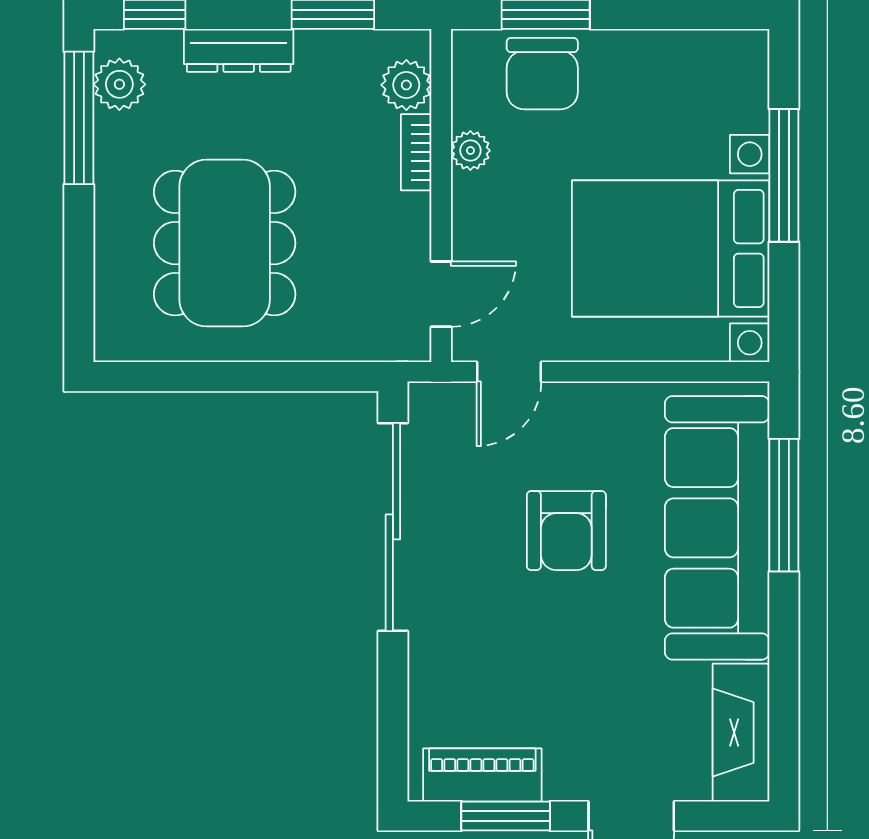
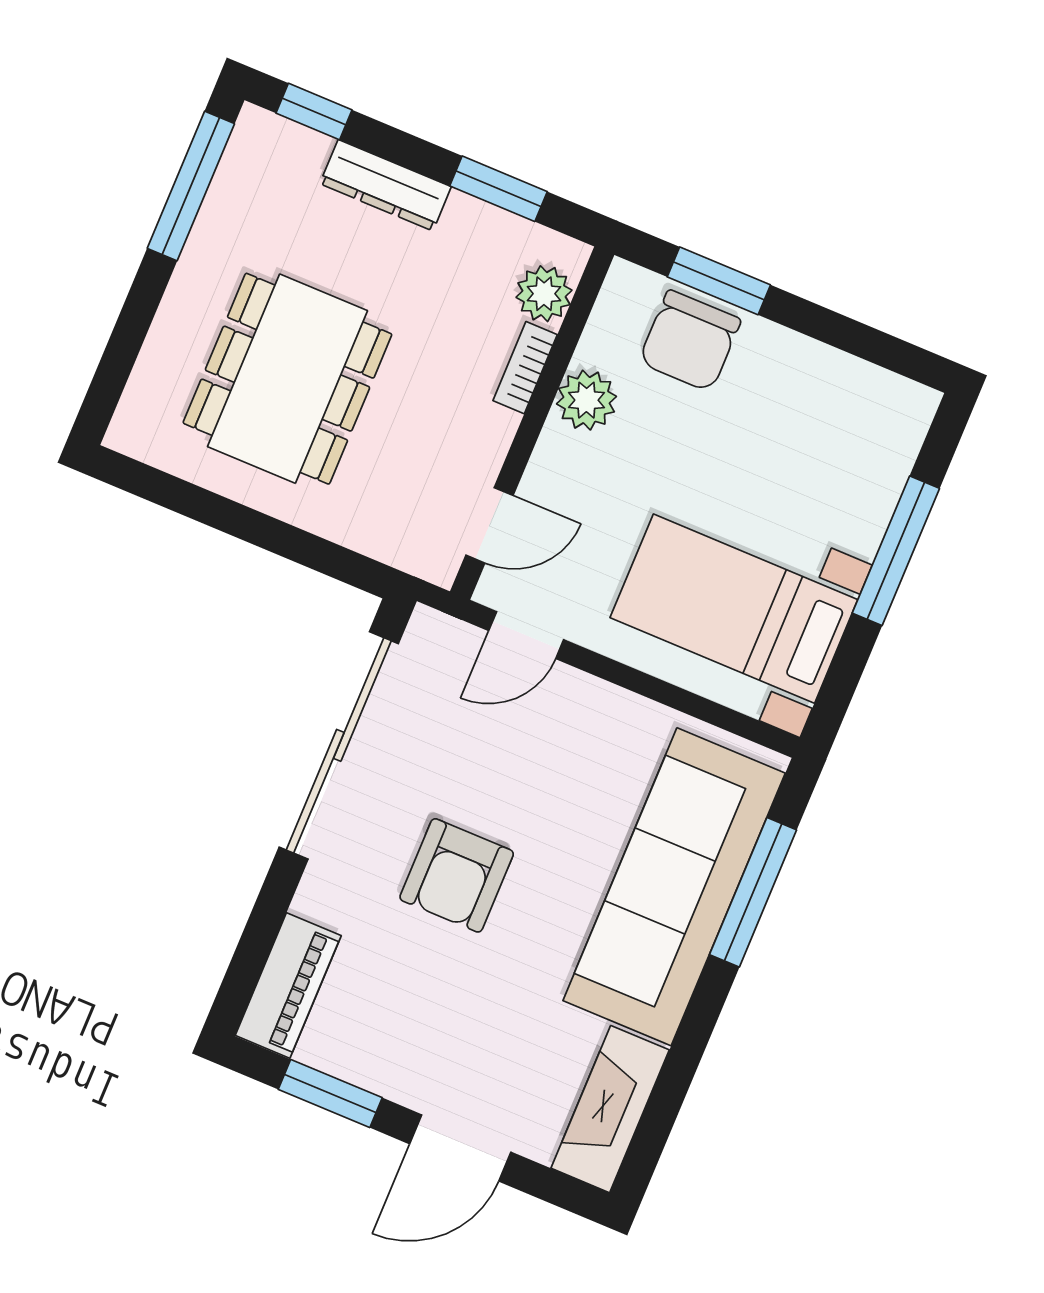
plant: (119, 84) -> (247, 169), removed
plant: (470, 151) -> (586, 400), width x1.38, depth x1.38
bed with nightstands: (671, 248) -> (734, 609), width x0.73
armchair: (566, 531) -> (457, 875), moved
piano: (482, 775) -> (288, 985), moved, turned 90

